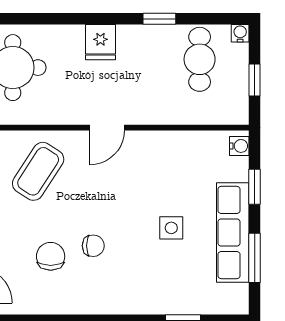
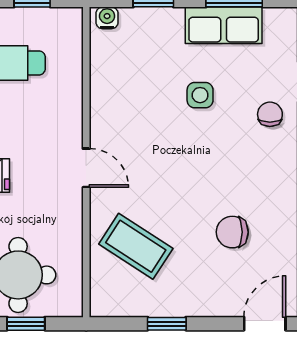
row of seats: (233, 233) -> (224, 25), width x0.68
chair: (93, 246) -> (270, 114), moved

